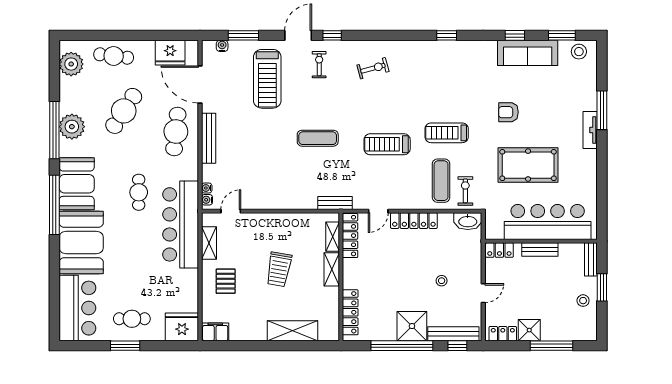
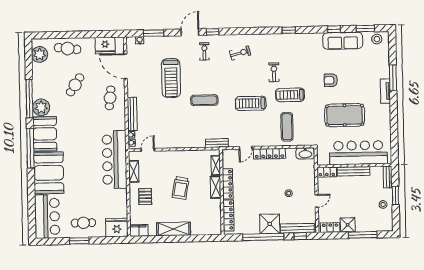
treadmill: (267, 79) -> (171, 78), moved
cafe table: (124, 111) -> (75, 85), width x0.73, depth x0.74
plant: (72, 127) -> (41, 107), moved
cafe table: (176, 132) -> (110, 98), width x0.73, depth x0.74
bench: (209, 138) -> (132, 114), moved
exercise bike: (465, 191) -> (274, 72), moved
cafe table: (139, 192) -> (86, 139), removed
locker: (350, 236) -> (228, 184), moved
bench: (540, 250) -> (354, 171), width x1.36
shelving: (293, 331) -> (174, 229), moved

